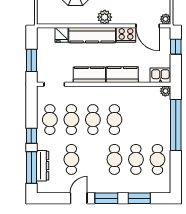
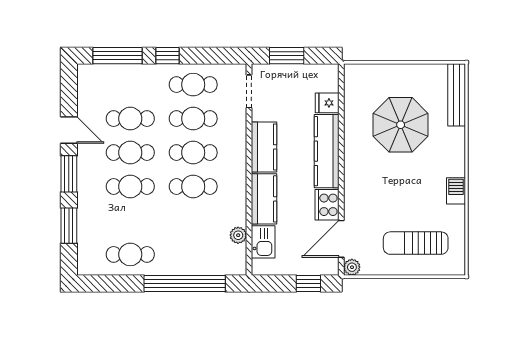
plant: (105, 17) -> (355, 171), removed
kitchen sink: (160, 75) -> (263, 242), moved
plant: (165, 91) -> (238, 235), moved
cafe table: (136, 159) -> (130, 153), moved
dresser: (43, 166) -> (120, 73), removed

